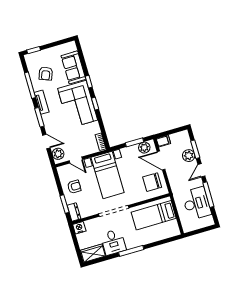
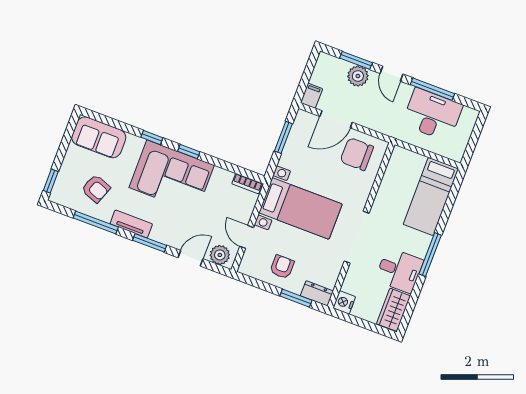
sofa: (73, 67) -> (99, 137), moved
plant: (144, 148) -> (301, 129), removed
door: (76, 160) -> (247, 237), swing flipped
chair: (152, 182) -> (357, 154), turned 90
bed: (154, 215) -> (431, 197), moved

